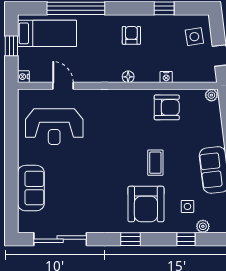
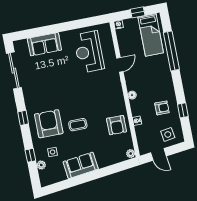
armchair: (131, 35) -> (162, 108), moved
door: (63, 86) -> (120, 65), moved
armchair: (146, 204) -> (49, 124), turned 90

